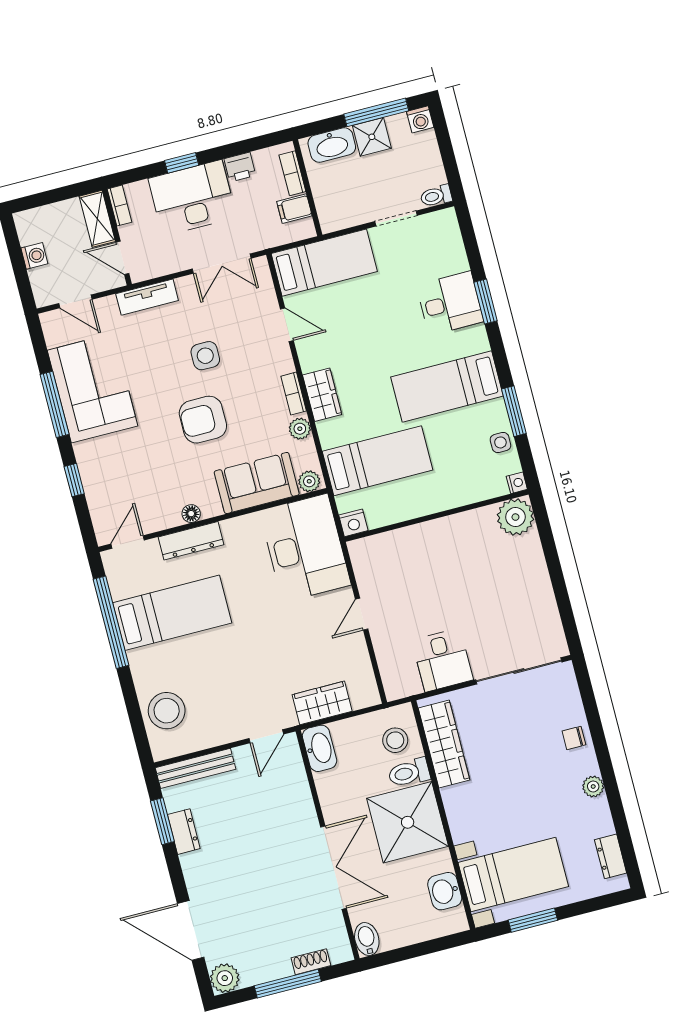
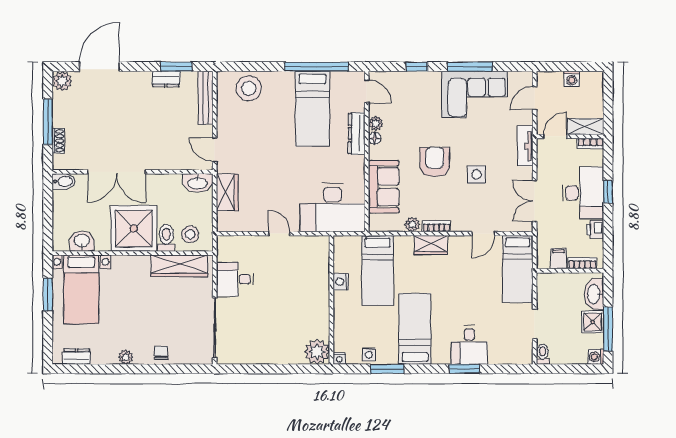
plant: (309, 481) -> (376, 123), moved
nightstand: (353, 523) -> (341, 282), moved

